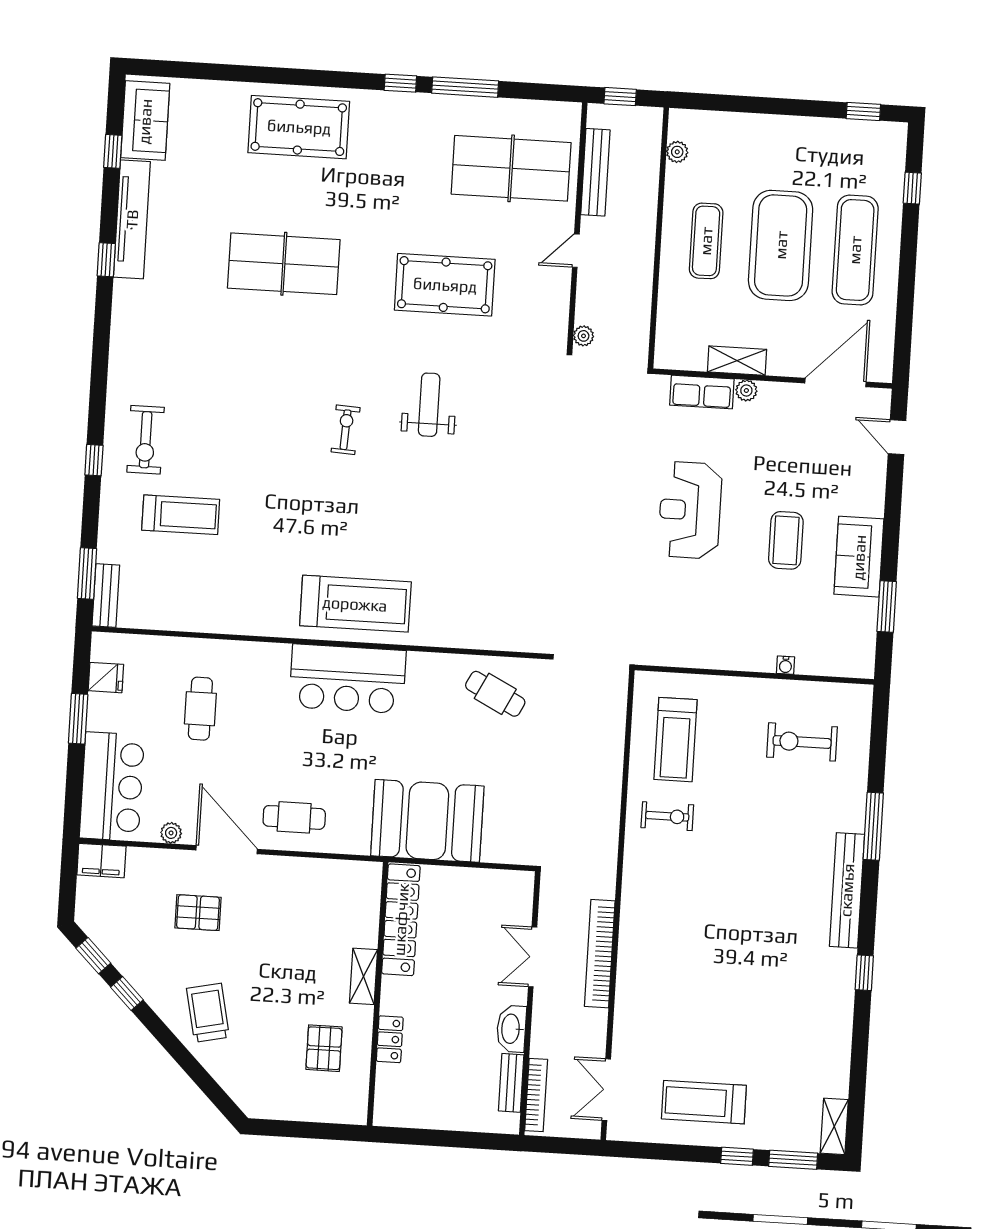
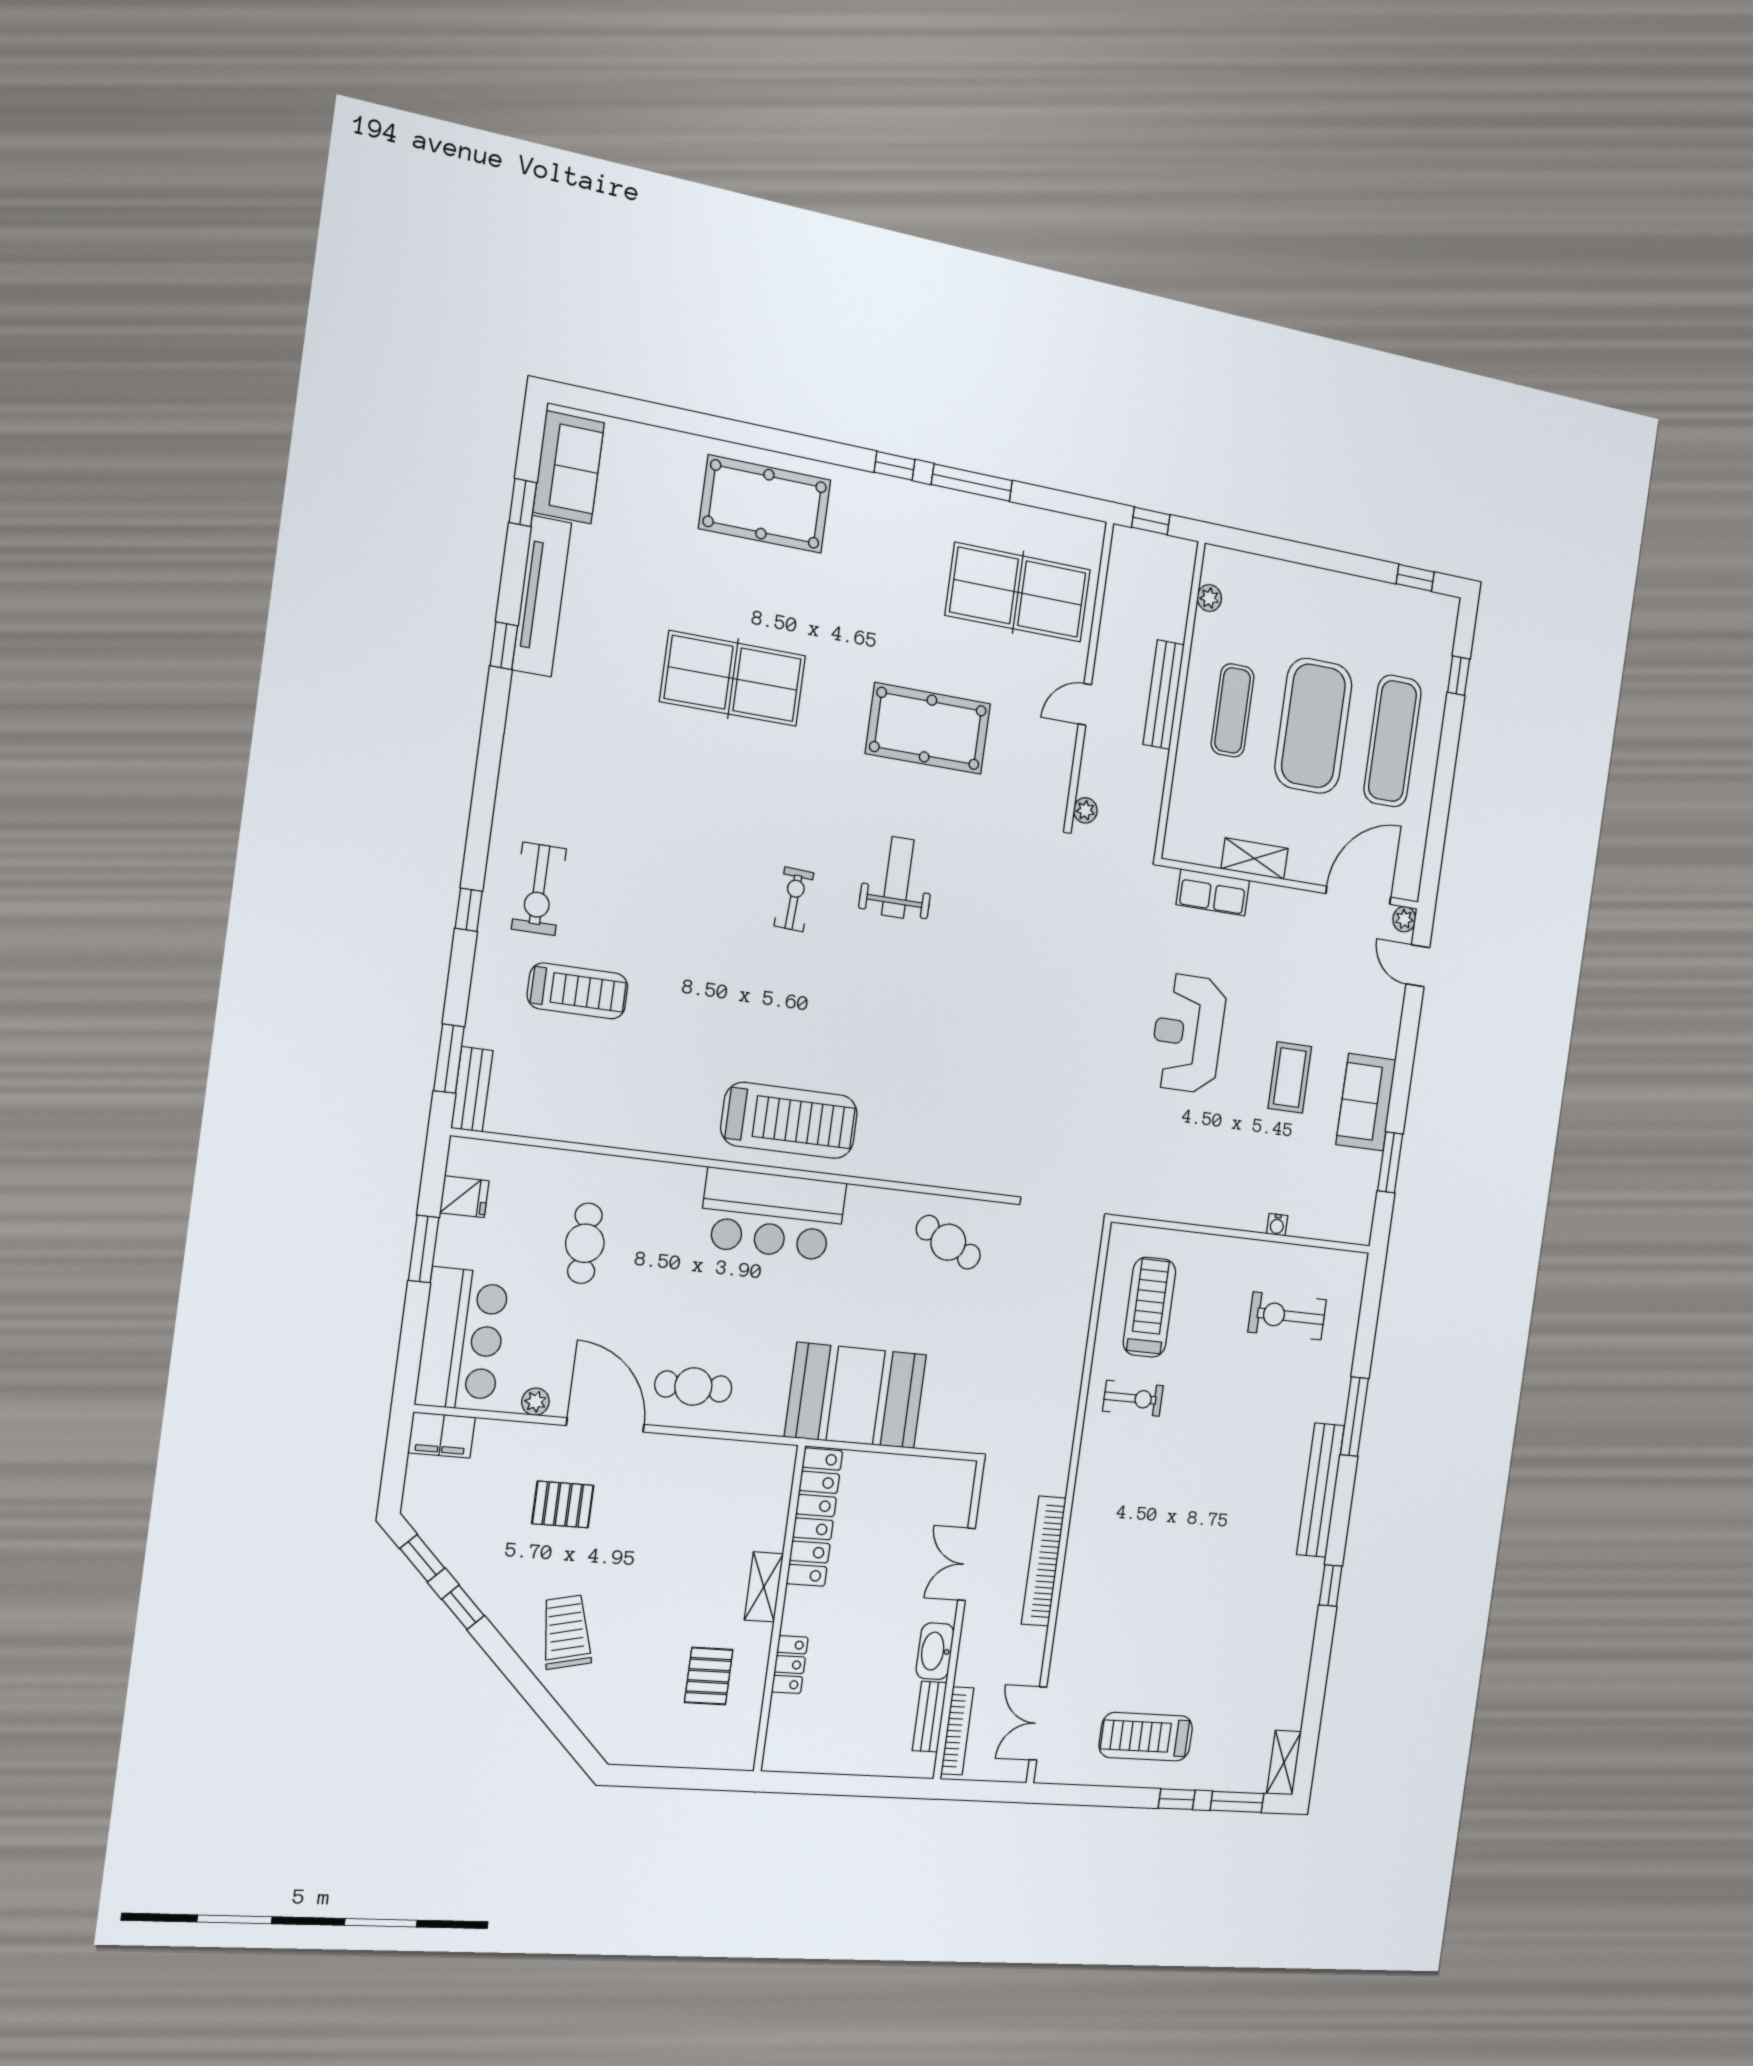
bench: (595, 172) -> (1164, 695), moved
plant: (746, 390) -> (1404, 919), moved
treadmill: (675, 740) -> (1149, 1307), turned 180

